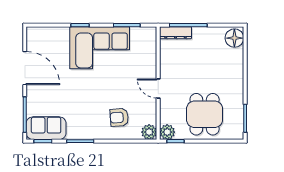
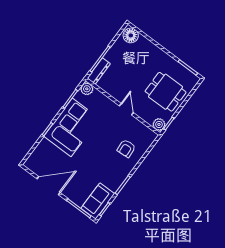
door: (158, 88) -> (126, 109), swing flipped
plant: (149, 132) -> (87, 89), moved

